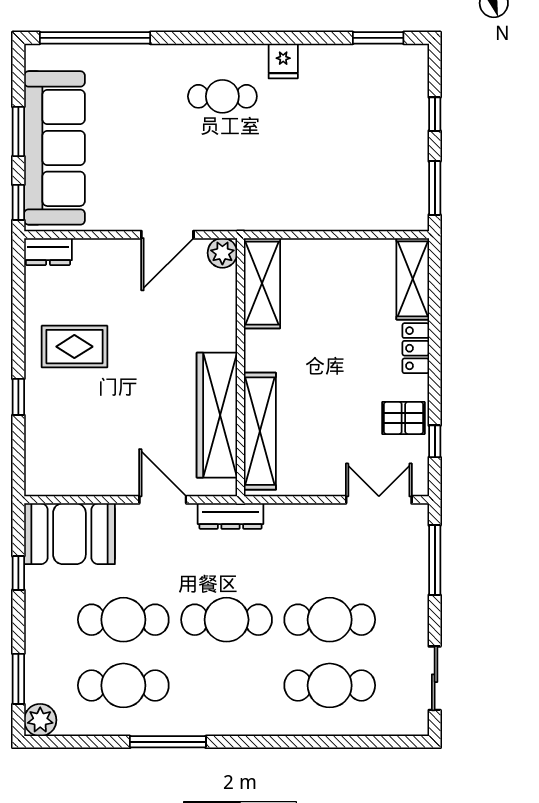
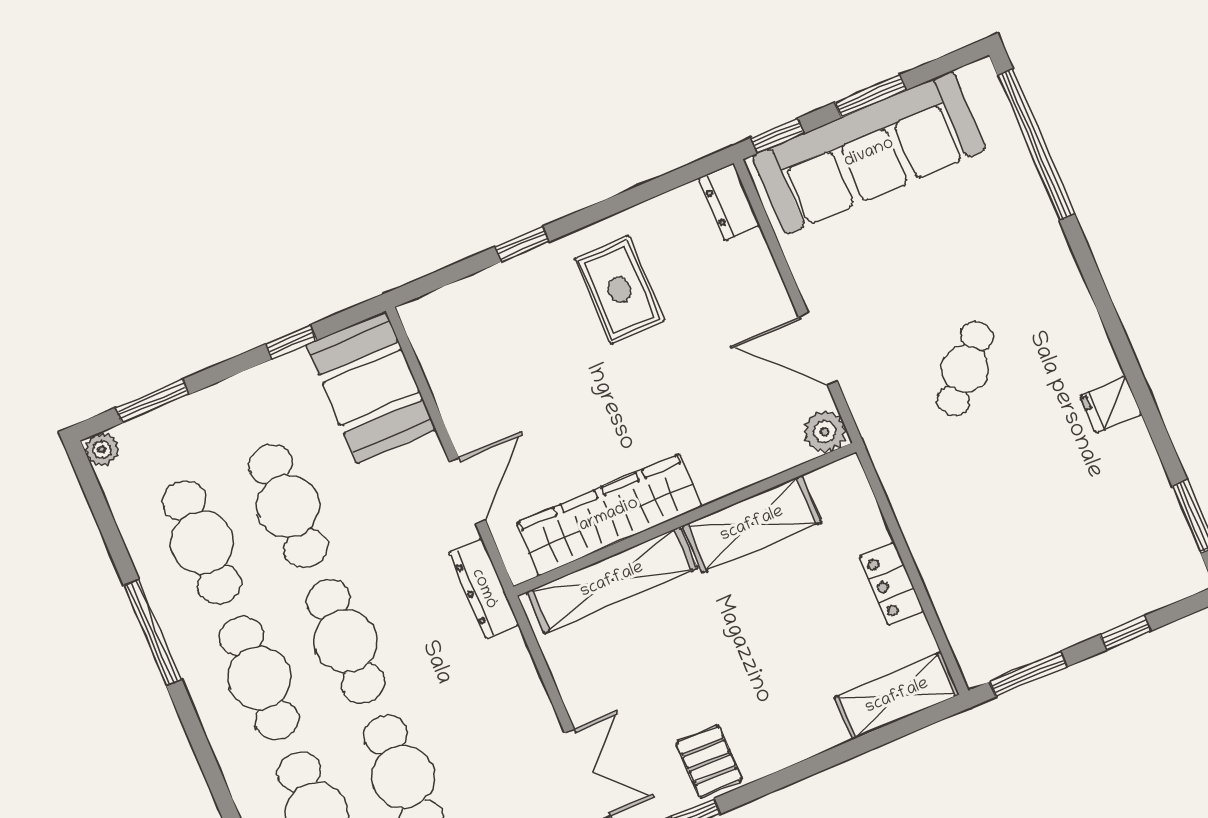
cafe table: (222, 96) -> (965, 369), moved, turned 43
shelving: (262, 283) -> (752, 524), moved
locker: (416, 348) -> (892, 584), moved, turned -90
cafe table: (227, 685) -> (259, 678), added
plant: (40, 720) -> (102, 449), width x0.73, depth x0.73

